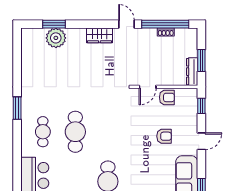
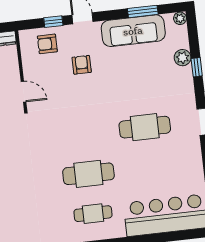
armchair: (167, 97) -> (47, 44), moved, turned -90
window: (201, 106) -> (53, 22), moved

